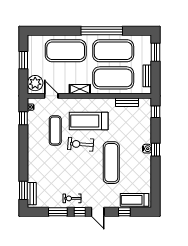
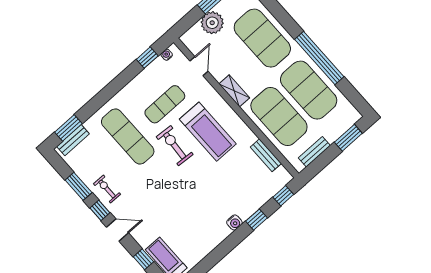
plant: (35, 83) -> (212, 23), moved
treadmill: (89, 121) -> (208, 132), turned 180
window: (156, 150) -> (256, 220), moved
exercise mat: (111, 163) -> (128, 137), moved, turned 90
door: (98, 212) -> (117, 230), swing flipped

